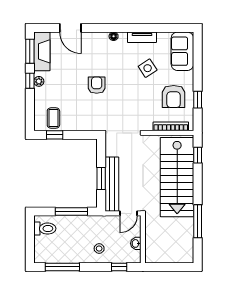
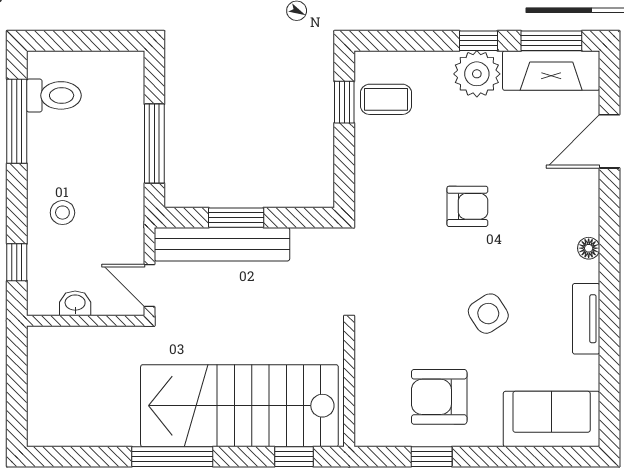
side table: (148, 68) -> (488, 314), moved
plant: (39, 81) -> (477, 74), width x1.87, depth x1.87
bookcase: (171, 126) -> (365, 390), removed
window: (198, 221) -> (172, 457), moved
toilet: (45, 229) -> (54, 95), moved, turned -90

